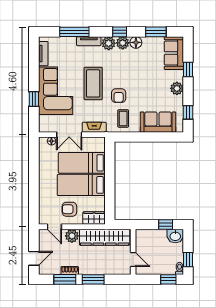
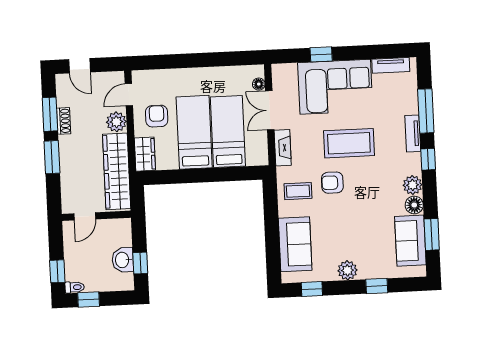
window: (120, 32) -> (428, 159), moved
plant: (109, 43) -> (411, 164), removed
sofa: (174, 53) -> (410, 241), moved, turned -90
washbasin: (175, 236) -> (123, 260), moved

